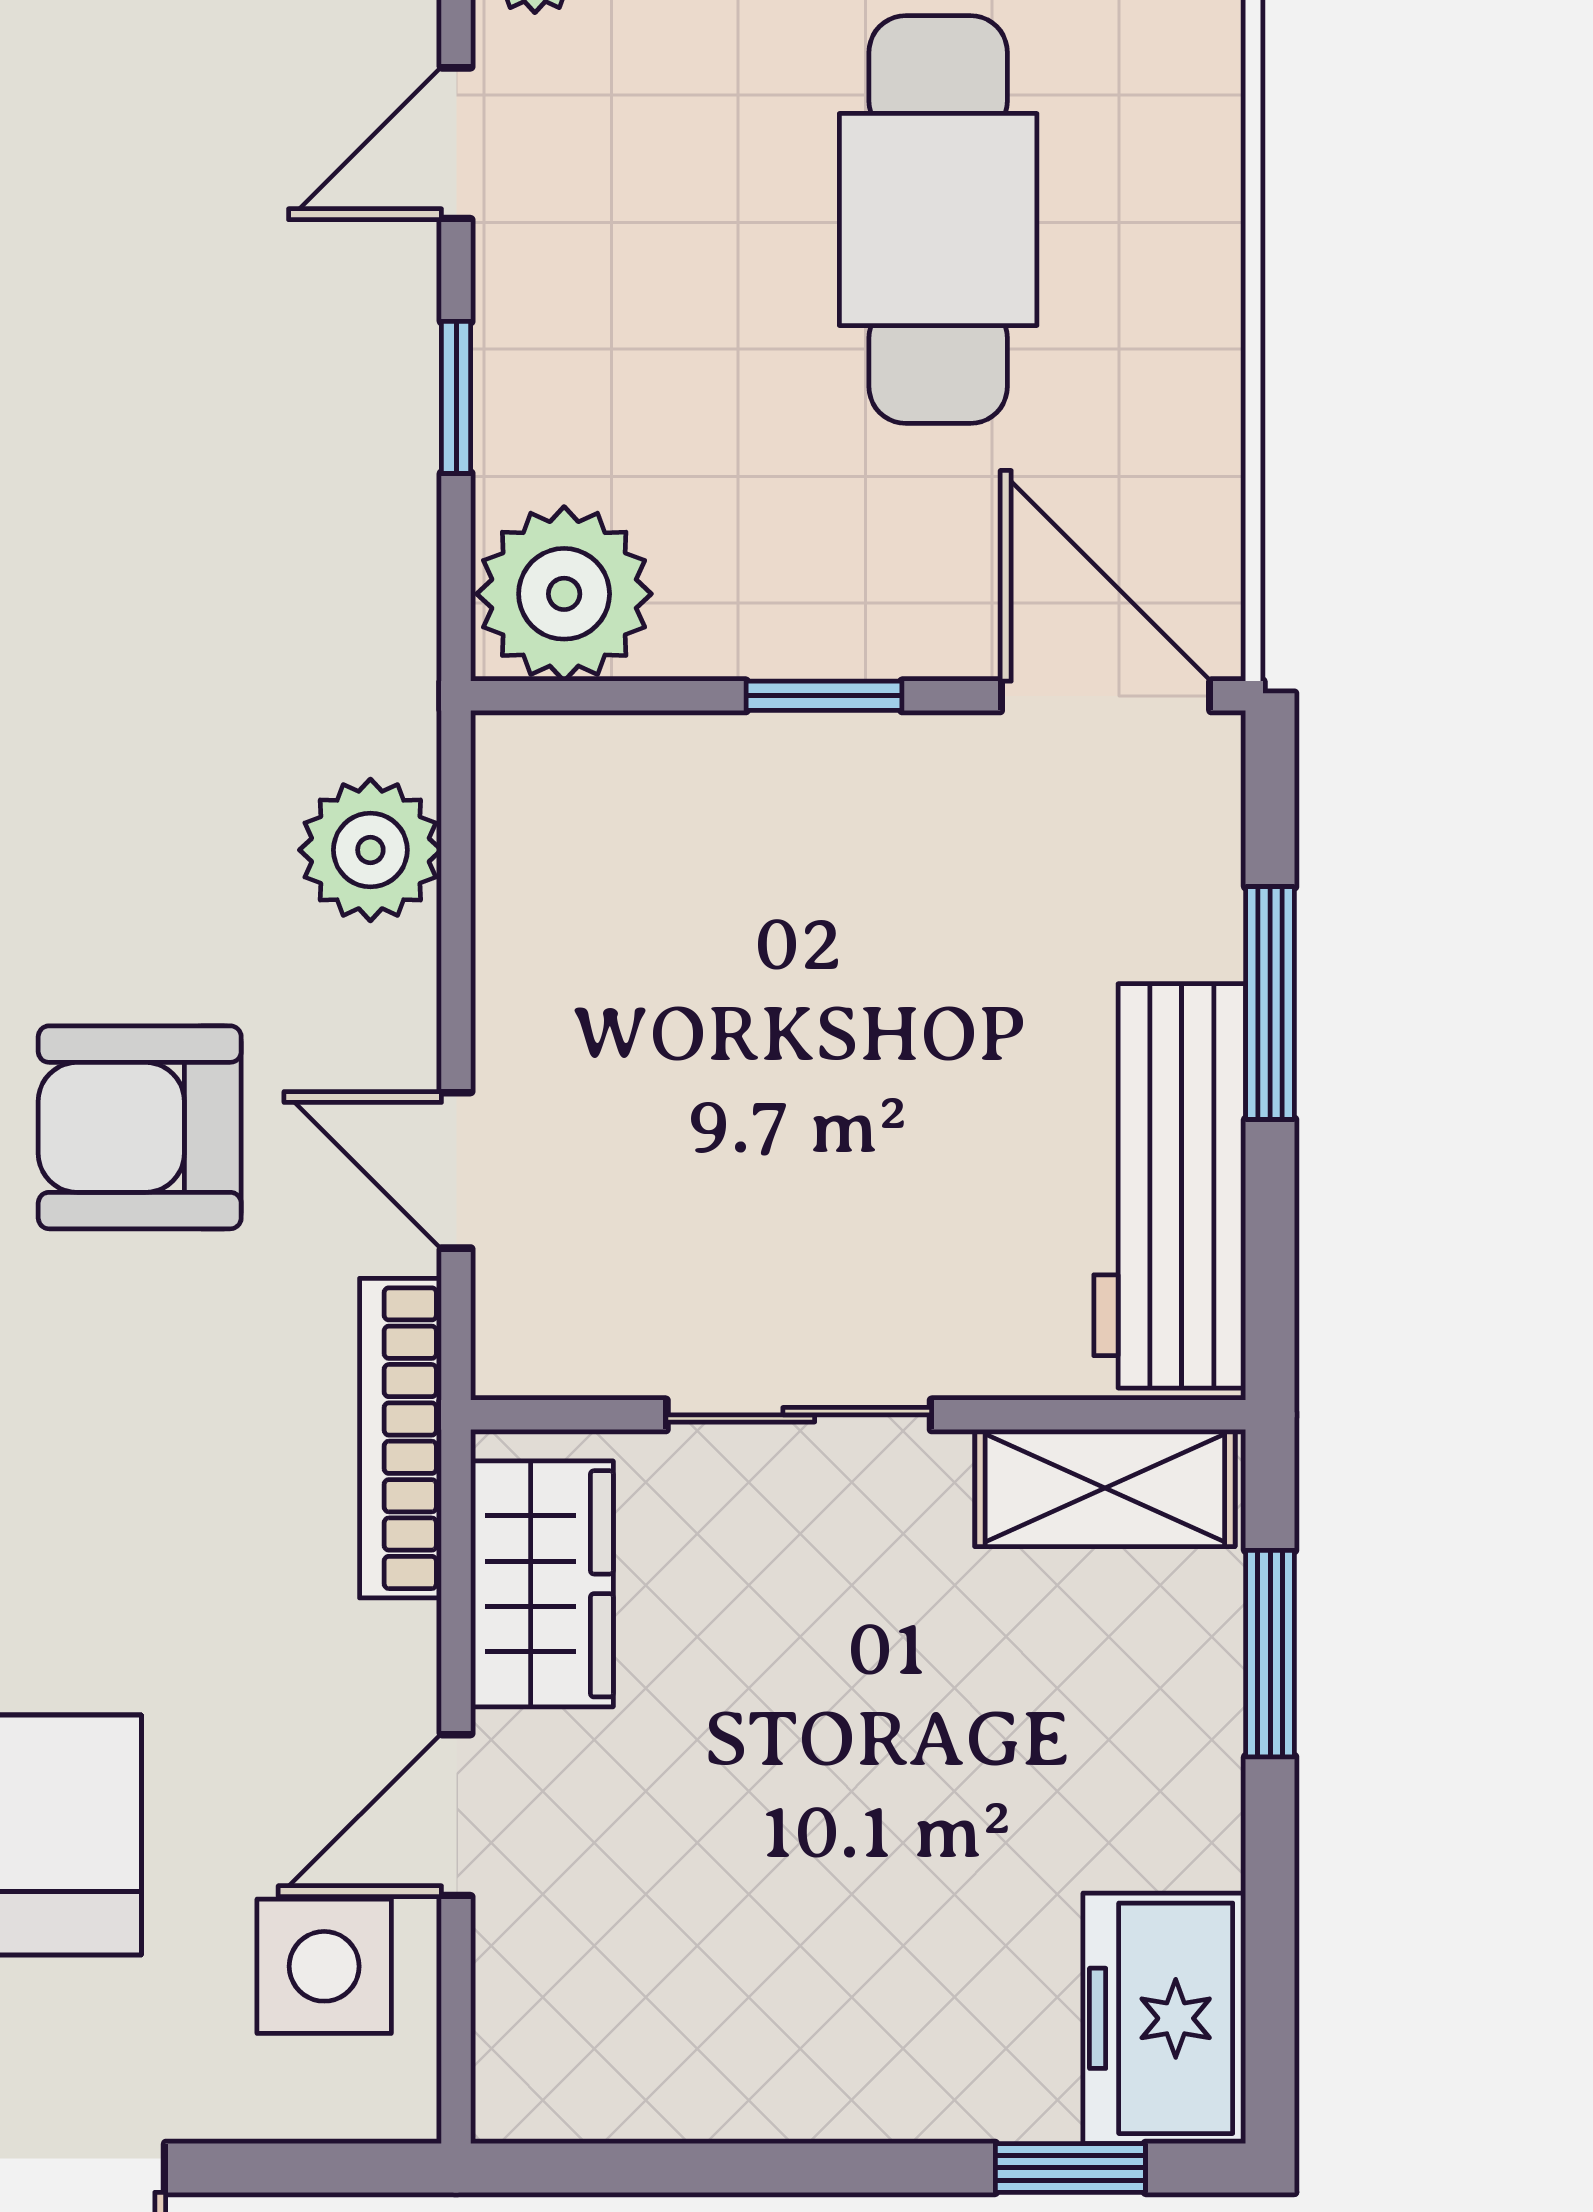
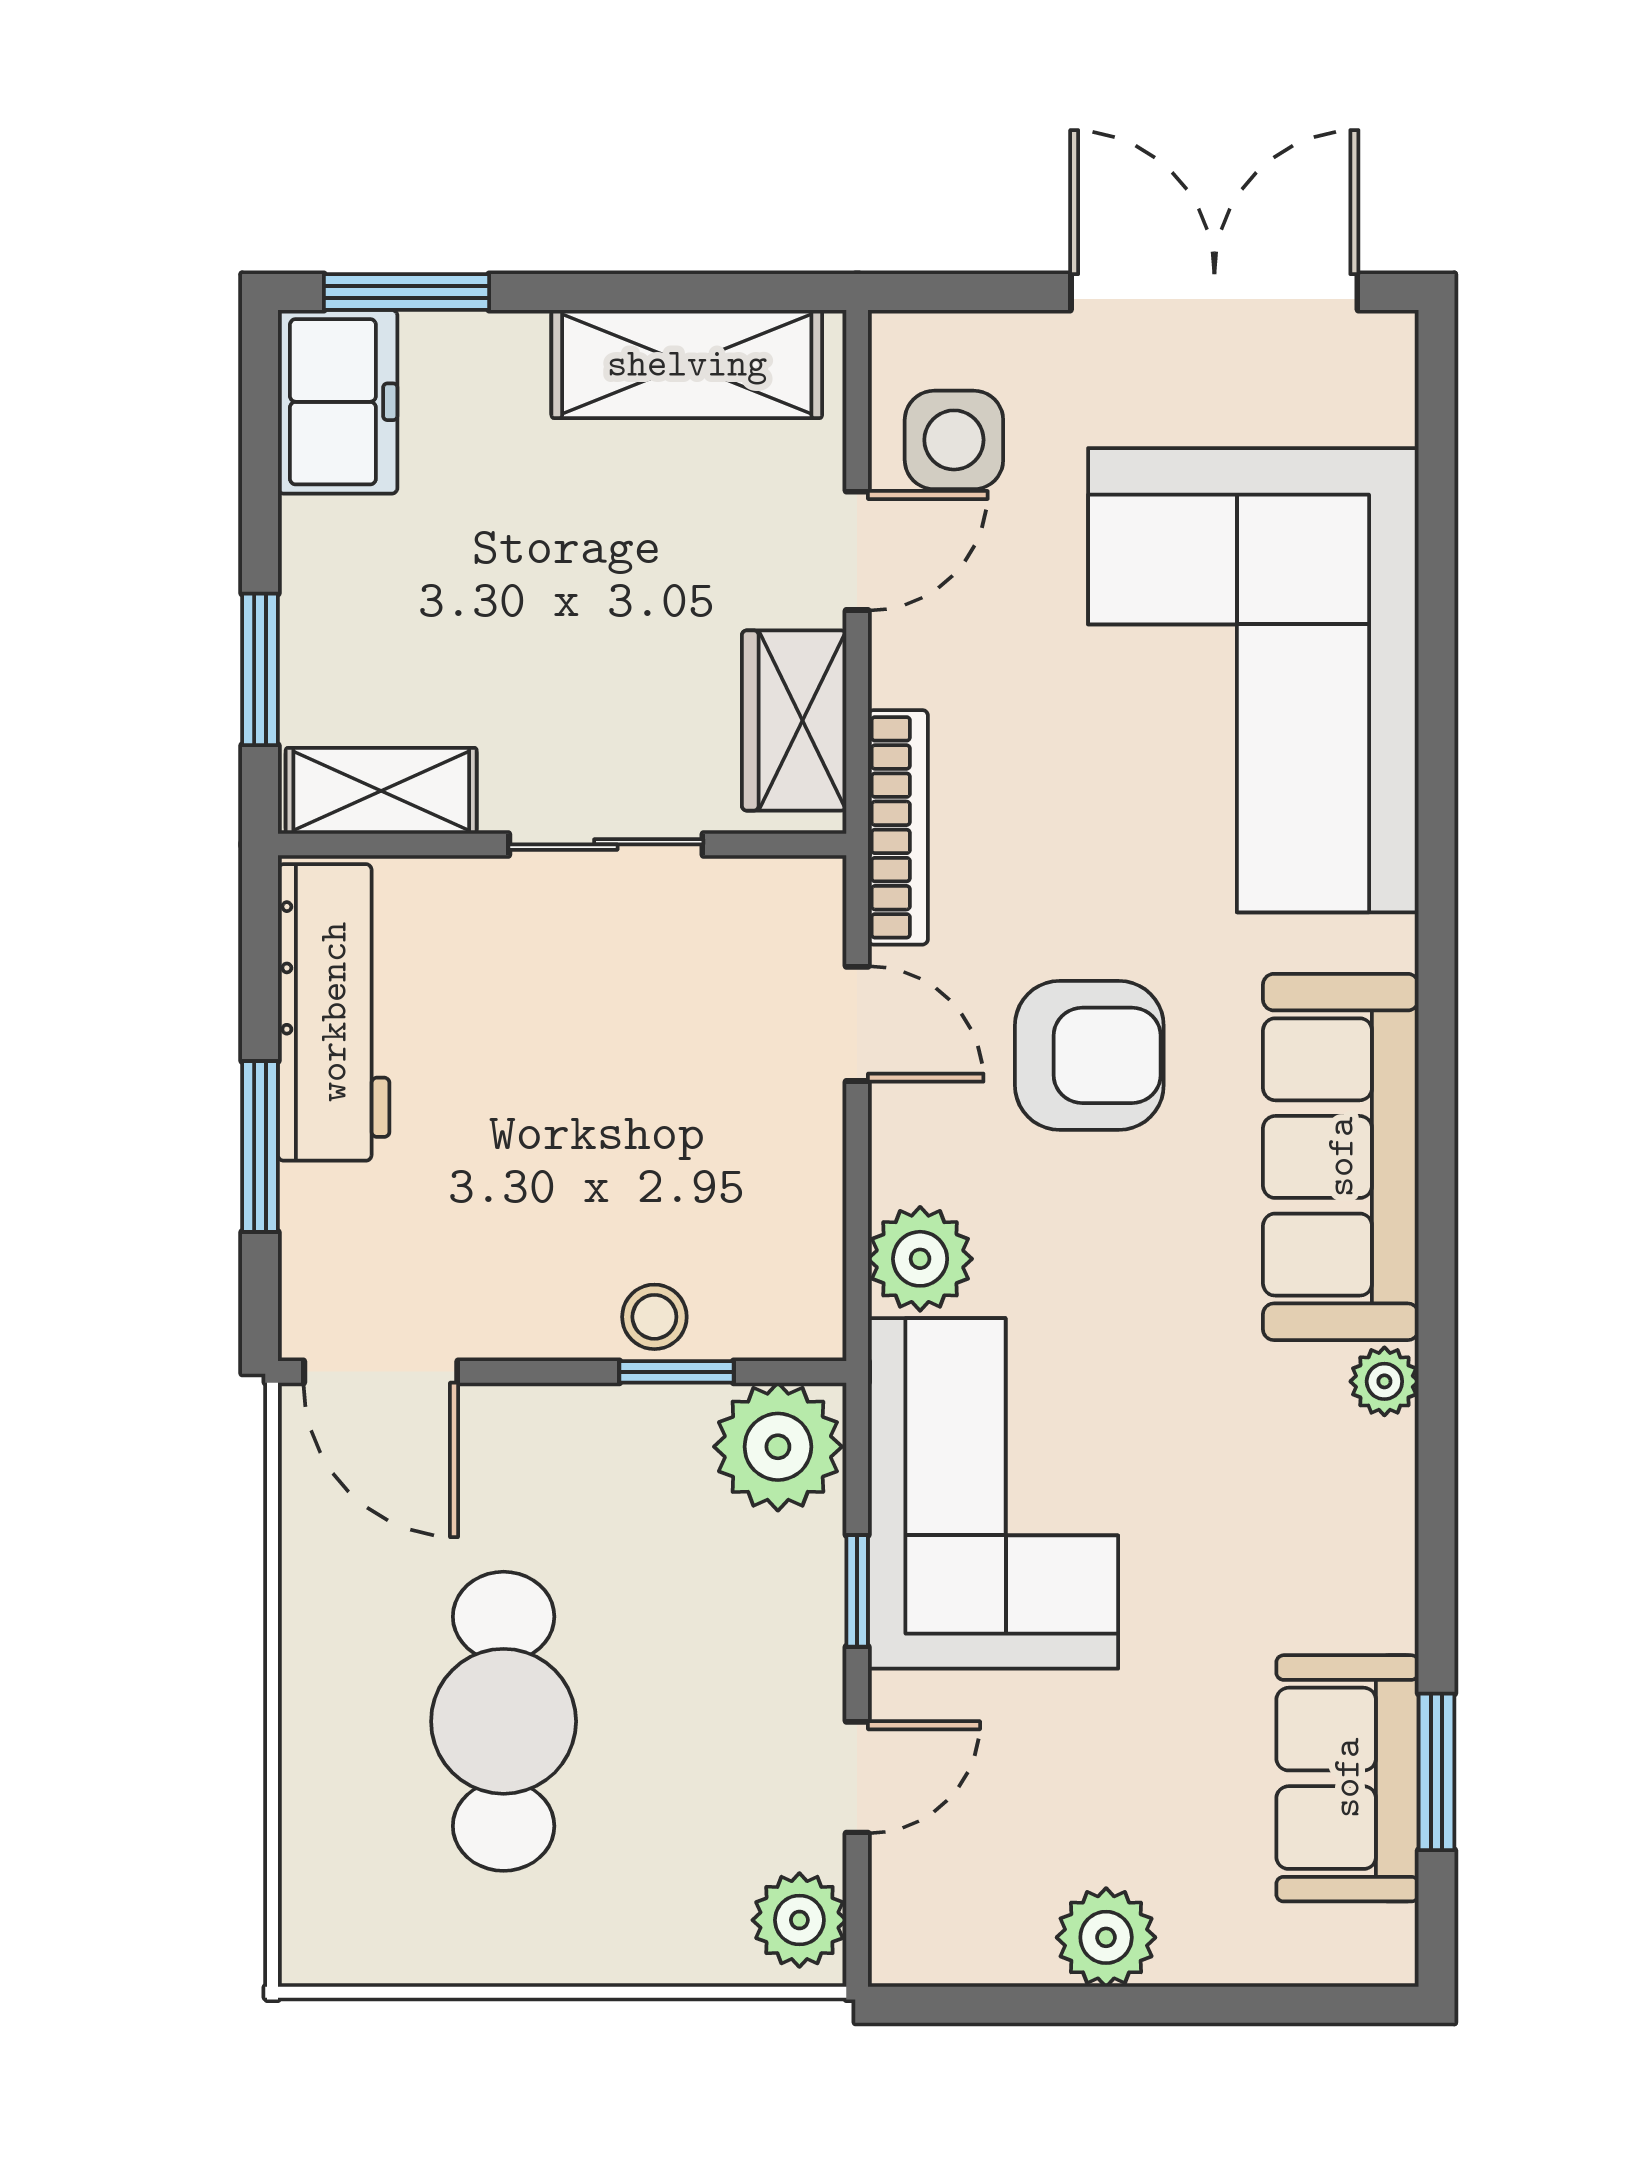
corner sofa: (271, 530) -> (993, 1493), added
window: (824, 696) -> (677, 1372), moved
stool: (732, 771) -> (654, 1317), added
shelving: (688, 2070) -> (687, 364), added
window: (1070, 2168) -> (407, 292), width x1.50

